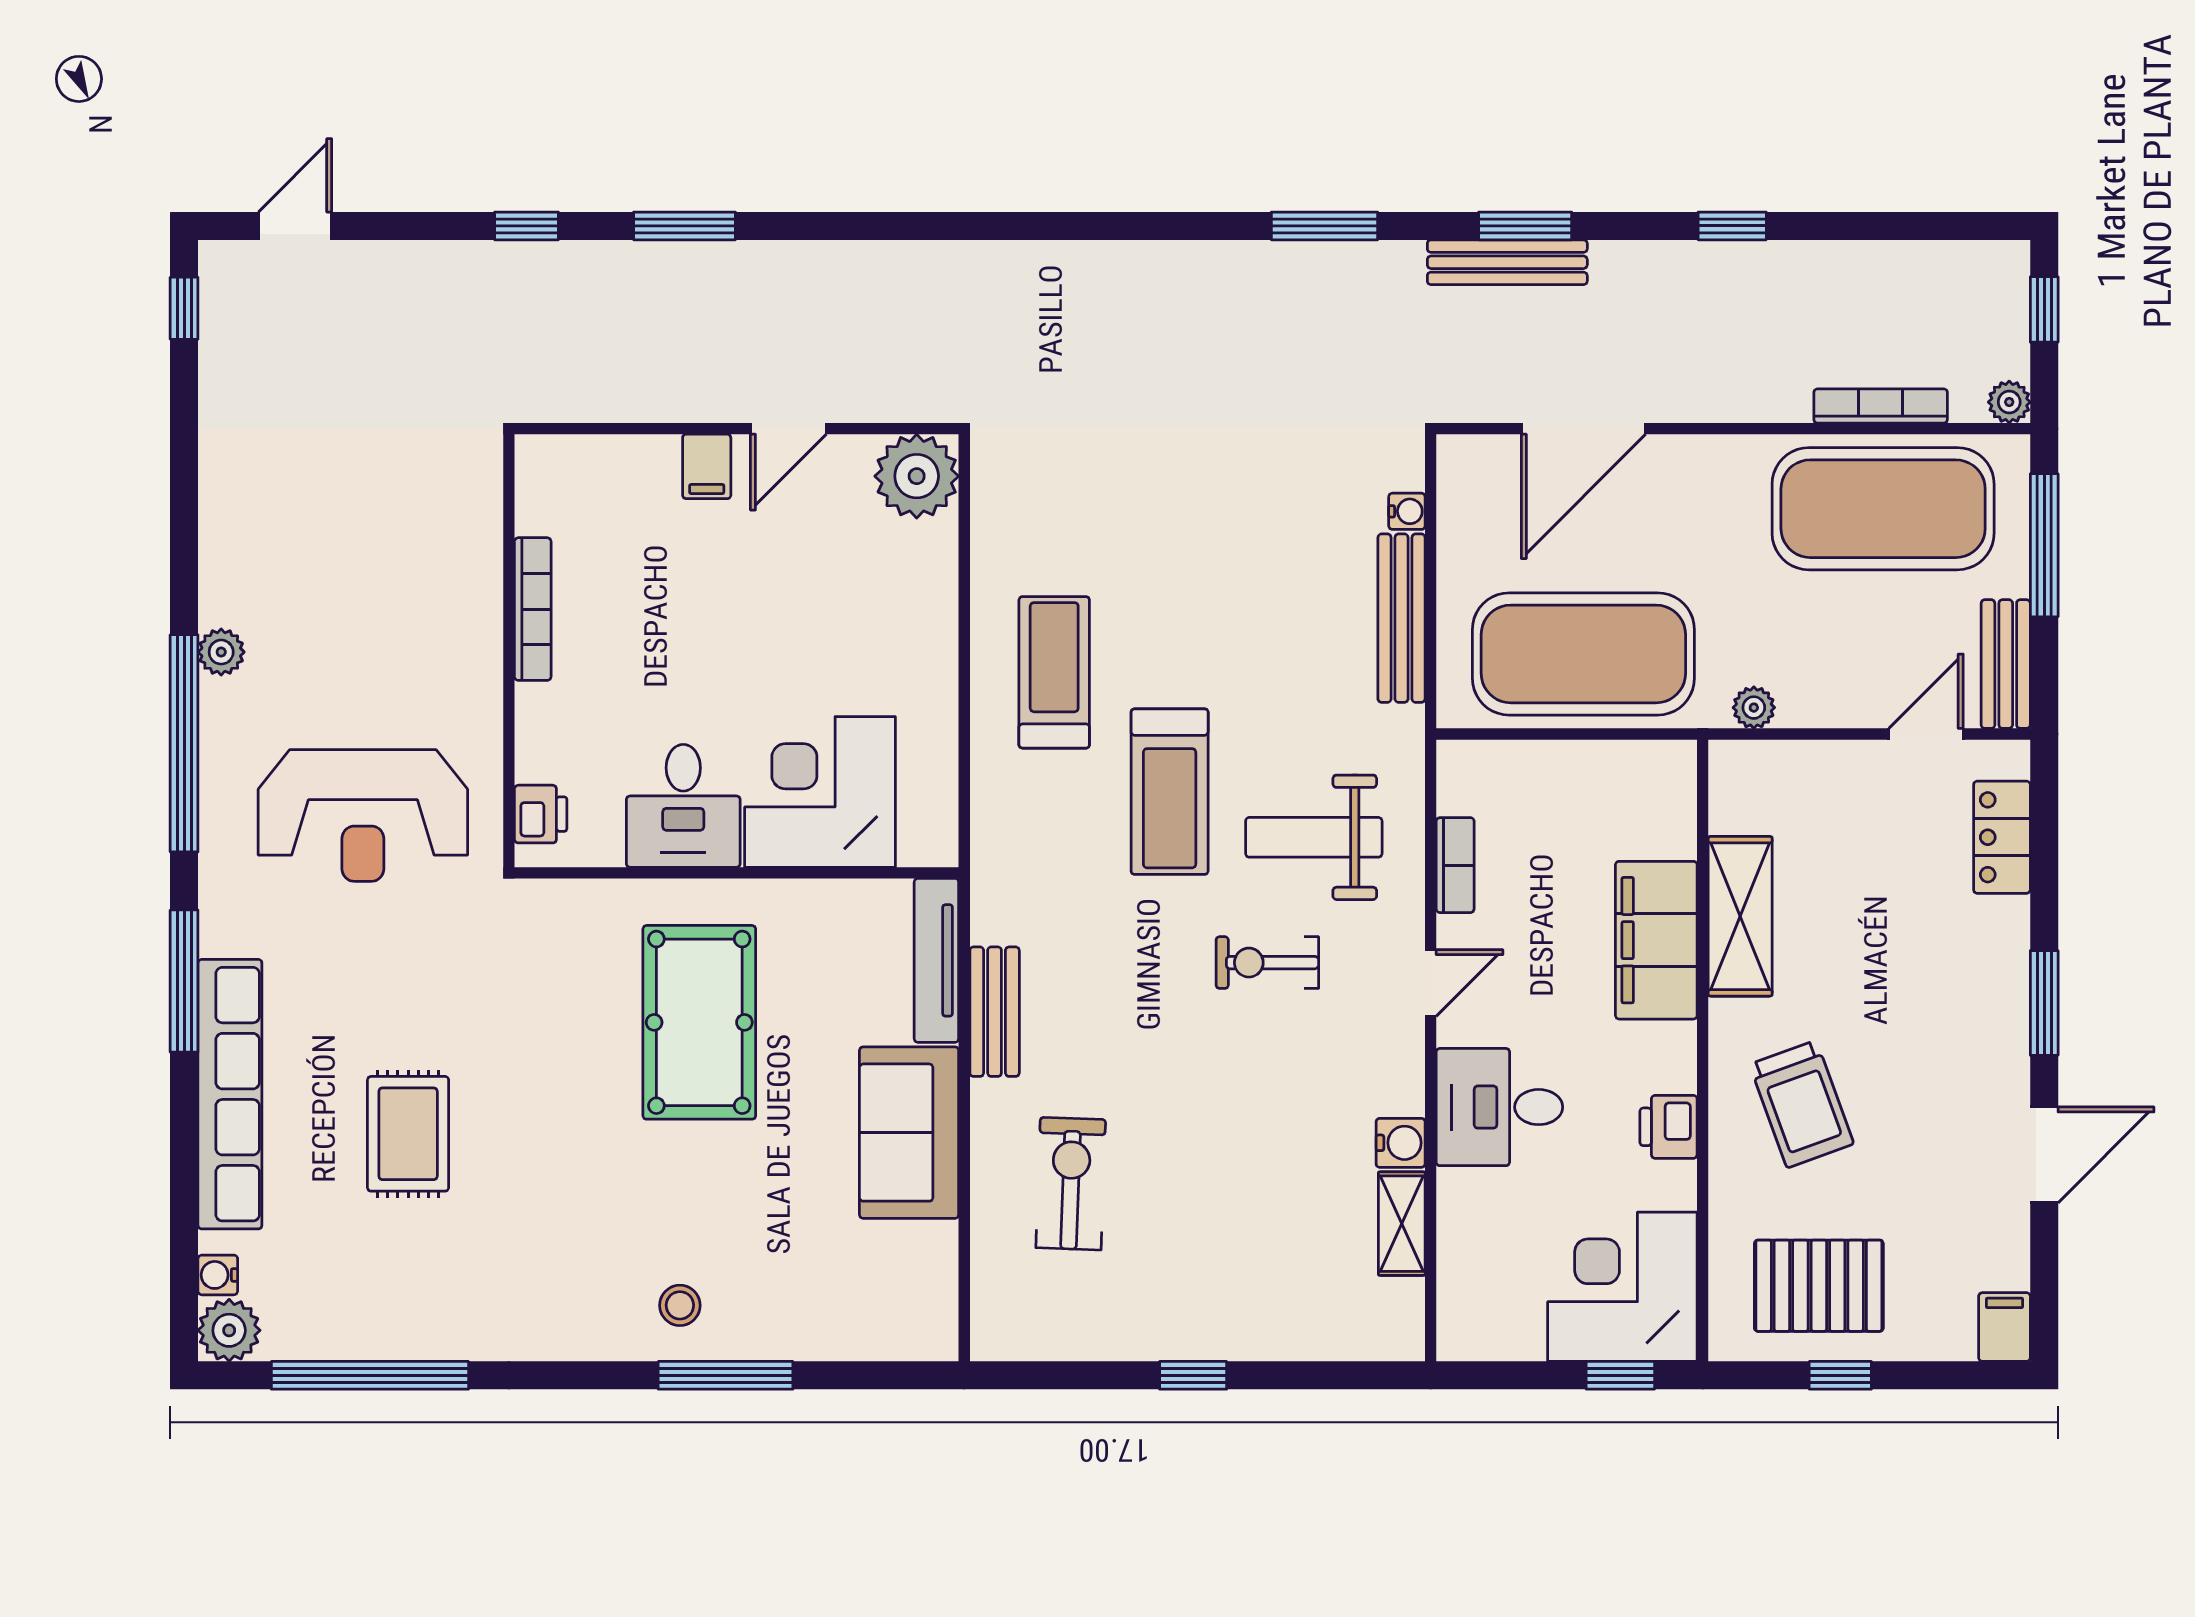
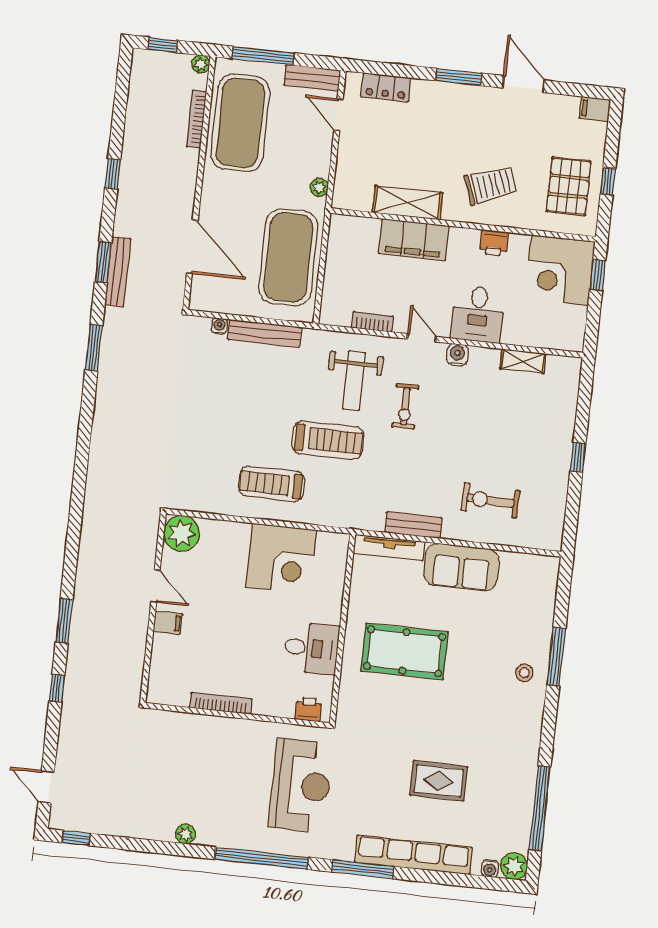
plant: (221, 652) -> (185, 834), moved
corner desk: (820, 792) -> (281, 559), moved, turned -90
water cooler: (1401, 1143) -> (457, 355), moved

